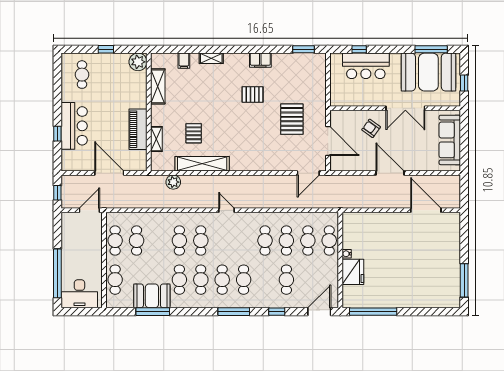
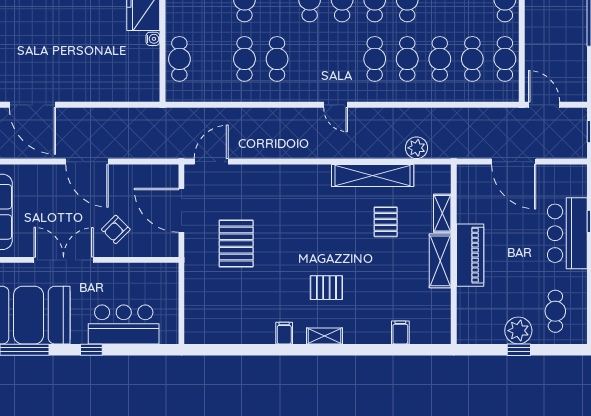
window: (304, 49) -> (218, 350), removed
window: (359, 49) -> (91, 350), moved
shelving: (211, 58) -> (324, 336), moved
filing cabinet: (260, 60) -> (284, 333), width x0.50
plant: (138, 62) -> (518, 331), moved
shelving: (158, 86) -> (440, 261), moved
pallet: (253, 94) -> (326, 288), moved
armchair: (371, 128) -> (116, 229), turned 99
piano: (138, 129) -> (470, 255), moved
door: (89, 210) -> (544, 105), swing flipped
cafe table: (308, 241) -> (440, 59), moved

